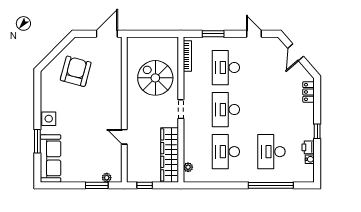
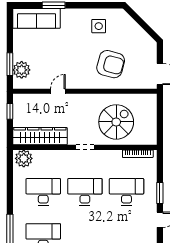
window: (213, 34) -> (160, 193), moved
armchair: (76, 71) -> (111, 64), moved
side table: (49, 119) -> (99, 26), moved
plant: (188, 167) -> (24, 158), width x1.88, depth x1.88
plant: (107, 178) -> (22, 70), width x1.87, depth x1.87

